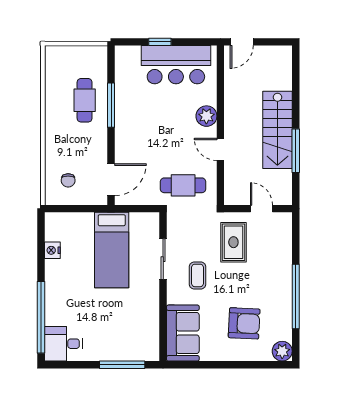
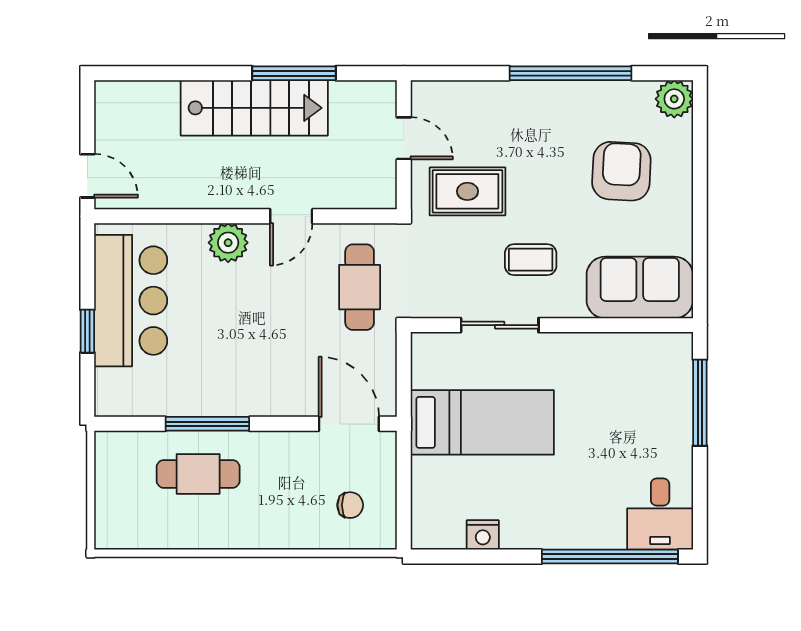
door: (261, 209) -> (404, 138), swing flipped

